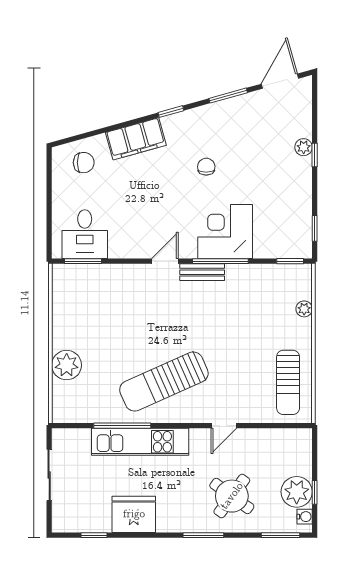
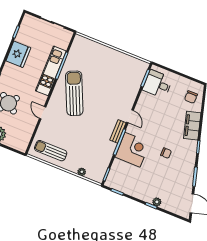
plant: (67, 365) -> (100, 51), removed

